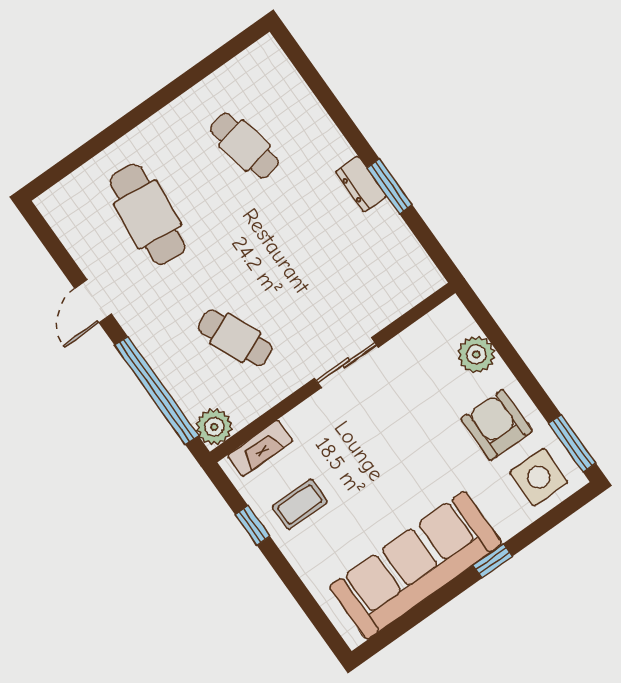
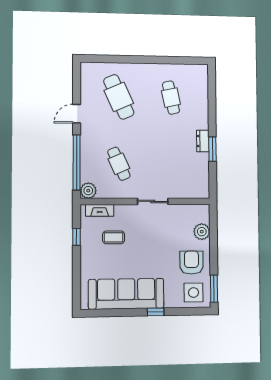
cafe table: (147, 214) -> (119, 97), turned -30
coffee table: (300, 504) -> (114, 237), moved

